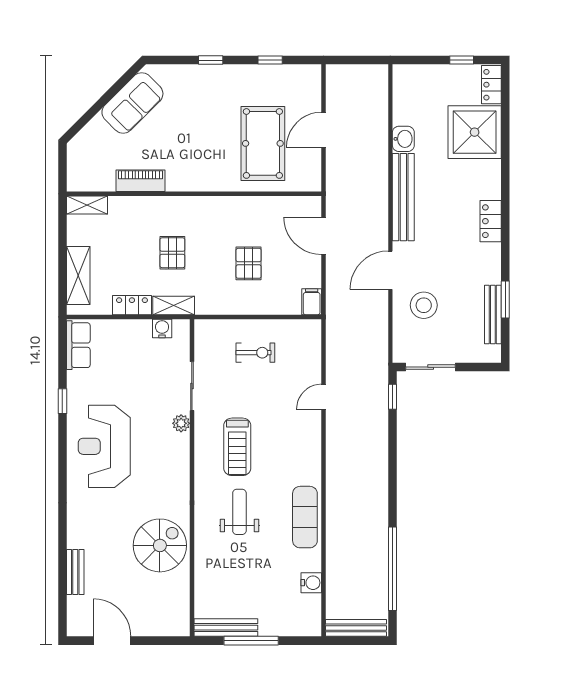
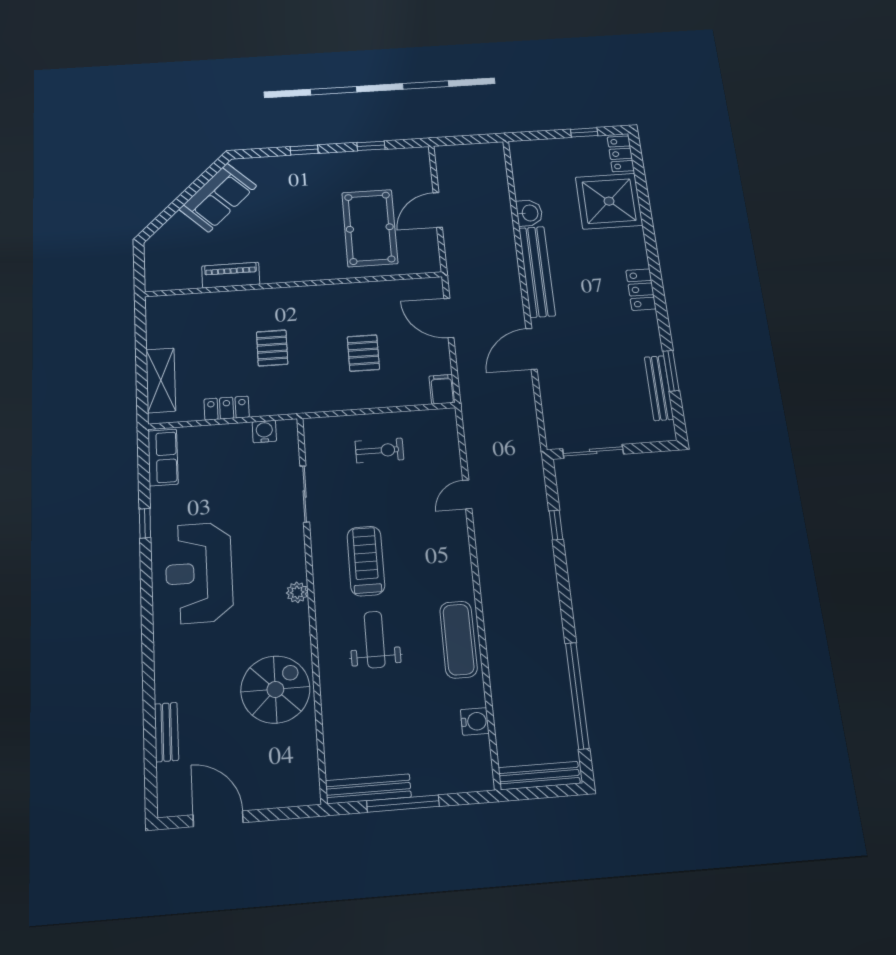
shelving: (87, 205) -> (169, 304), removed
shelving: (174, 305) -> (277, 405), removed
stool: (424, 305) -> (576, 384), removed
window: (392, 397) -> (556, 525), moved
plant: (181, 423) -> (297, 592), moved
treadmill: (237, 447) -> (366, 561), turned 180

